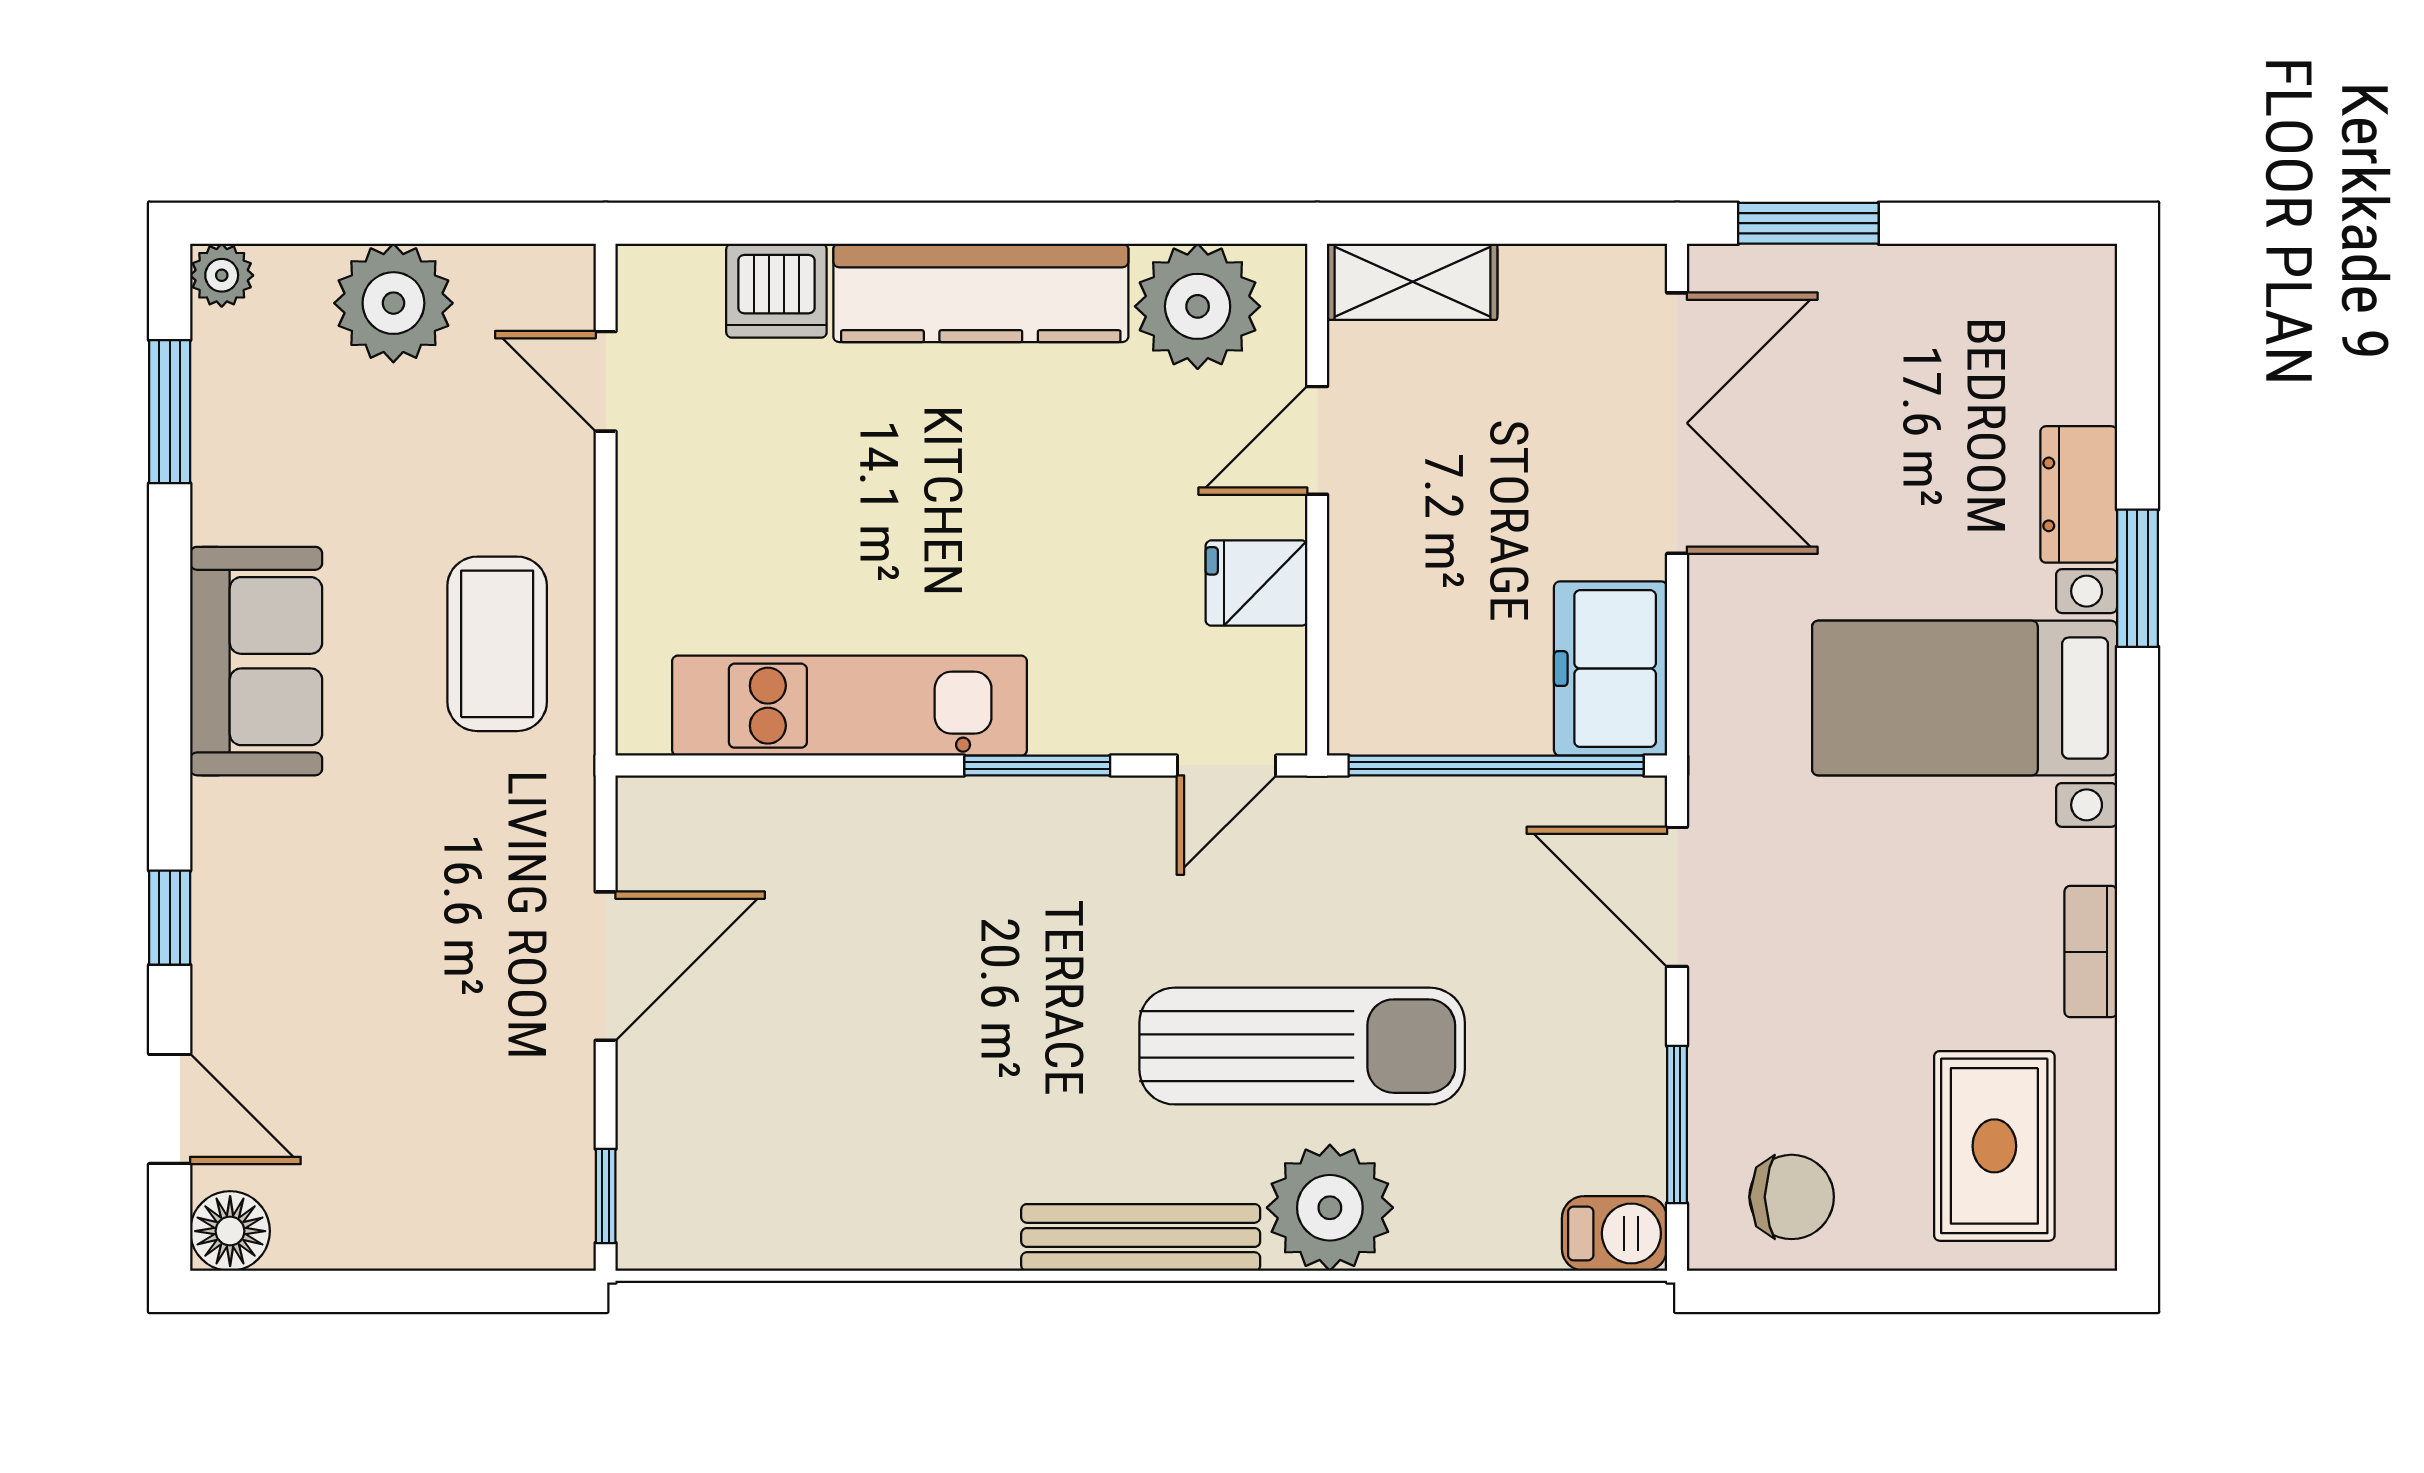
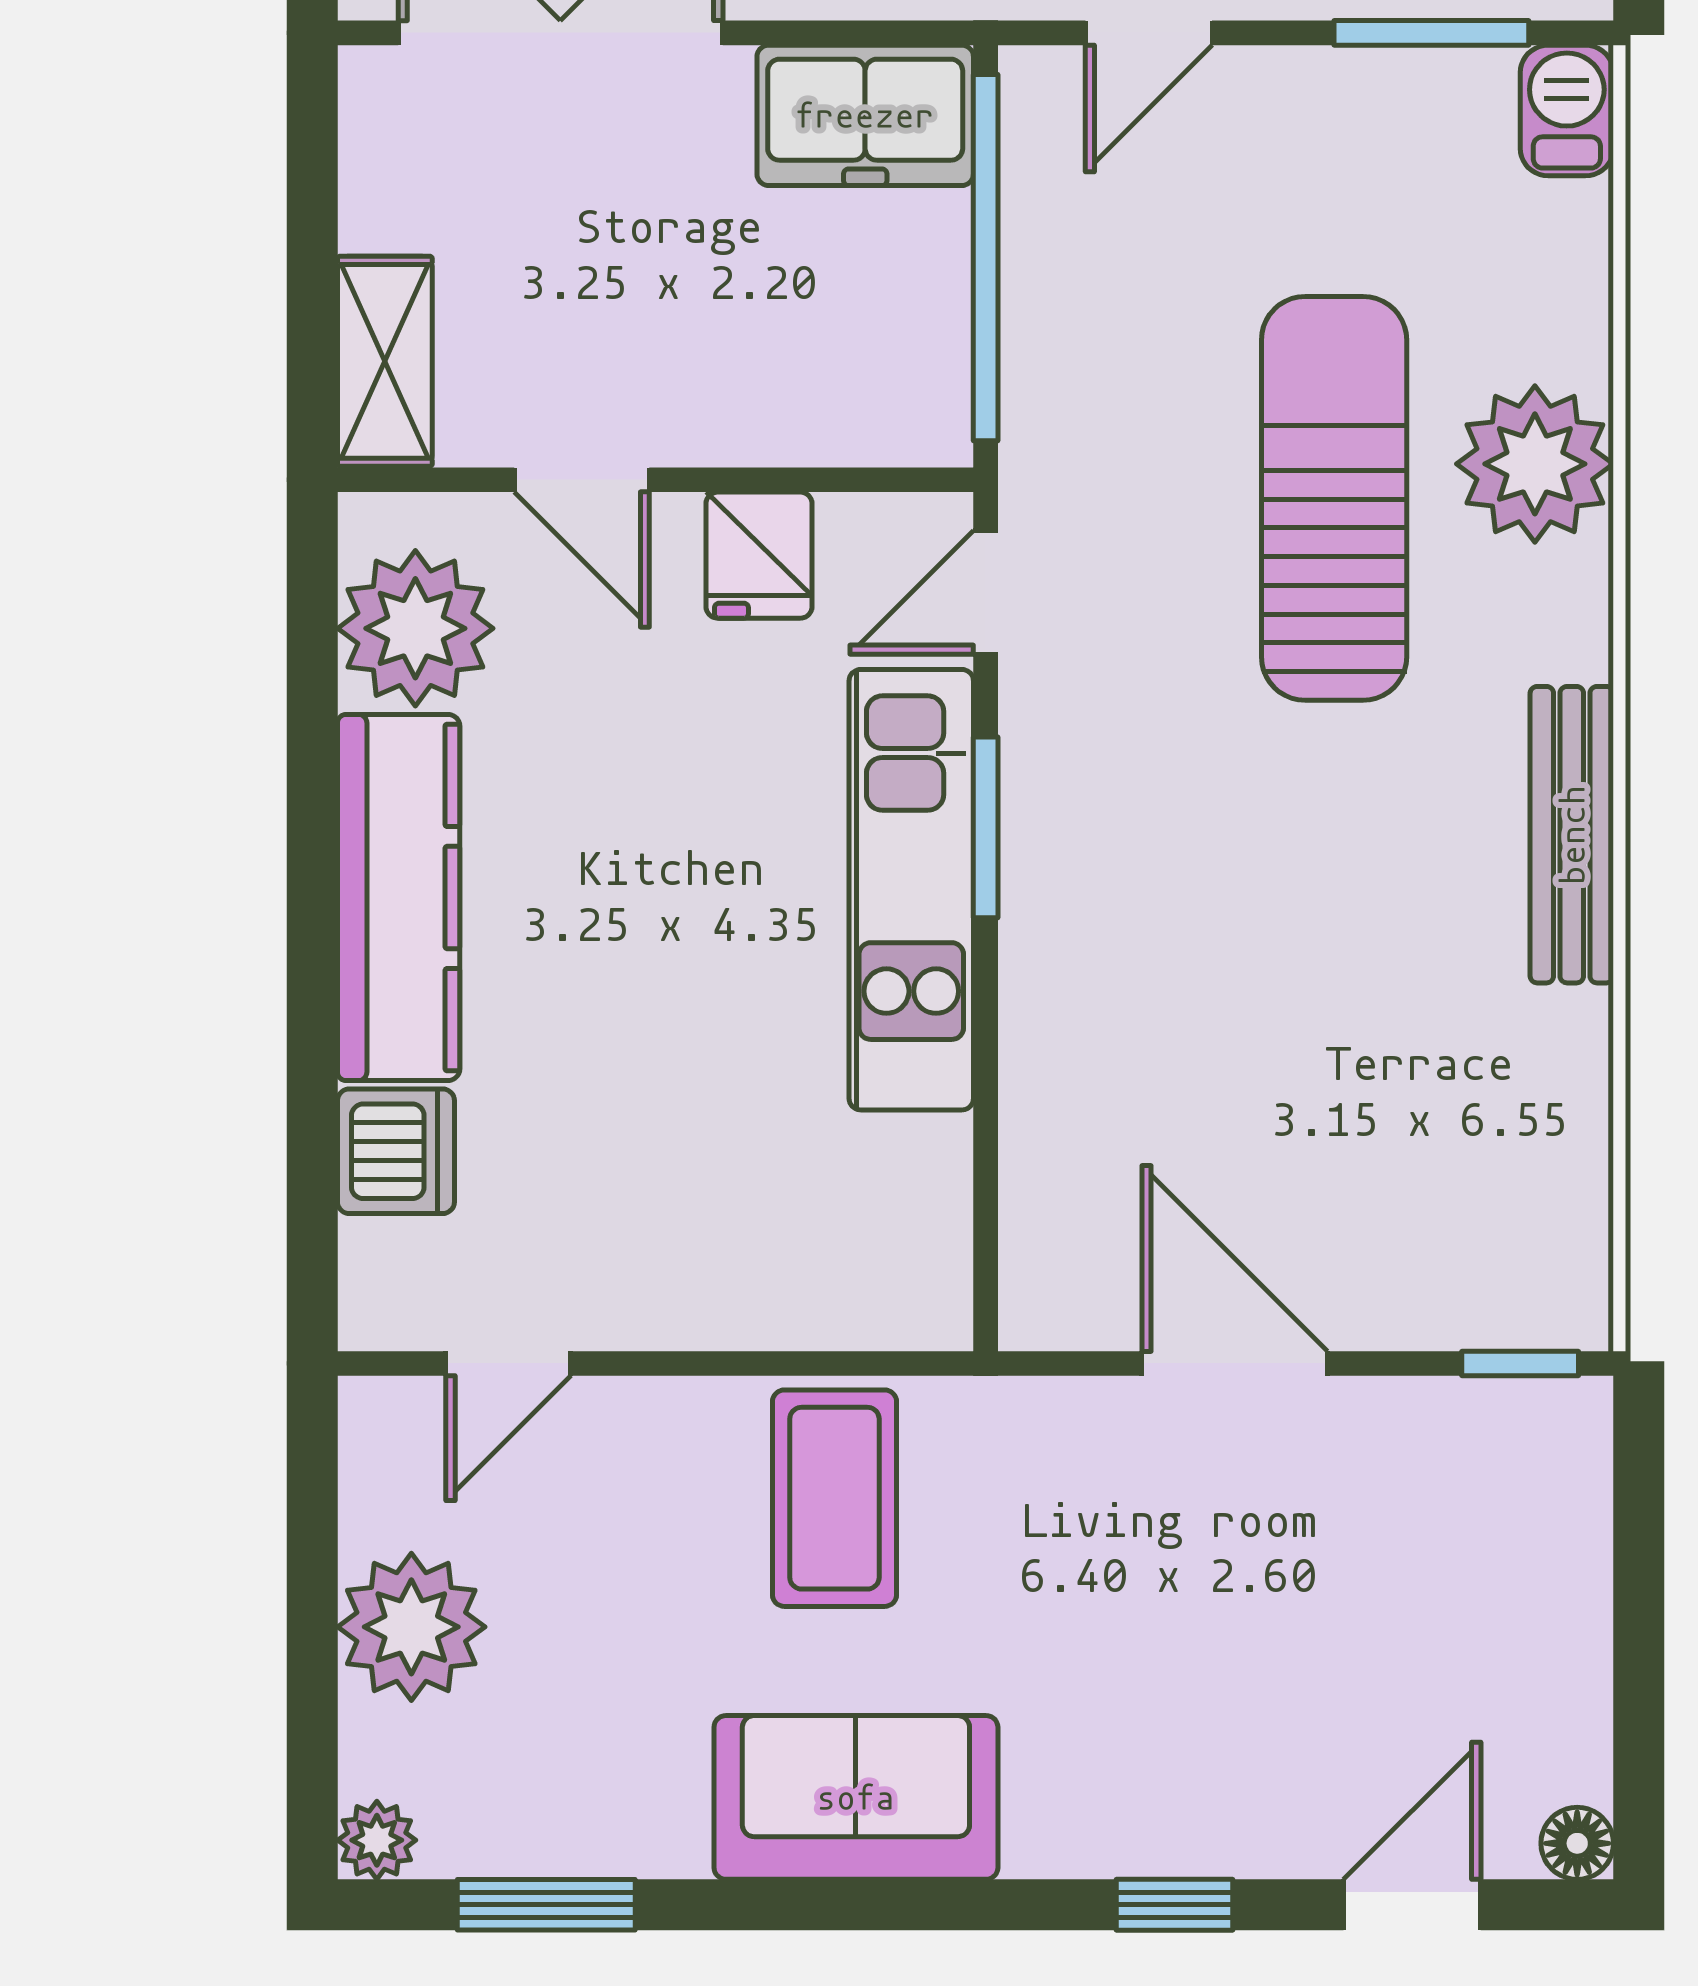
coffee table: (497, 644) -> (834, 1498), turned 90
kitchen unit: (849, 706) -> (911, 890), moved
door: (1226, 765) -> (986, 592), swing flipped
door: (1677, 897) -> (1149, 33), width x0.73
floor lamp: (230, 1231) -> (1577, 1843), width x0.73, depth x0.73
bench: (1141, 1237) -> (1572, 835), moved

